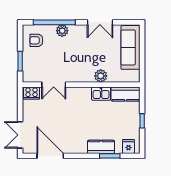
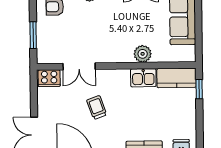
trolley: (66, 115) -> (97, 108), added
window: (142, 121) -> (199, 89), moved

